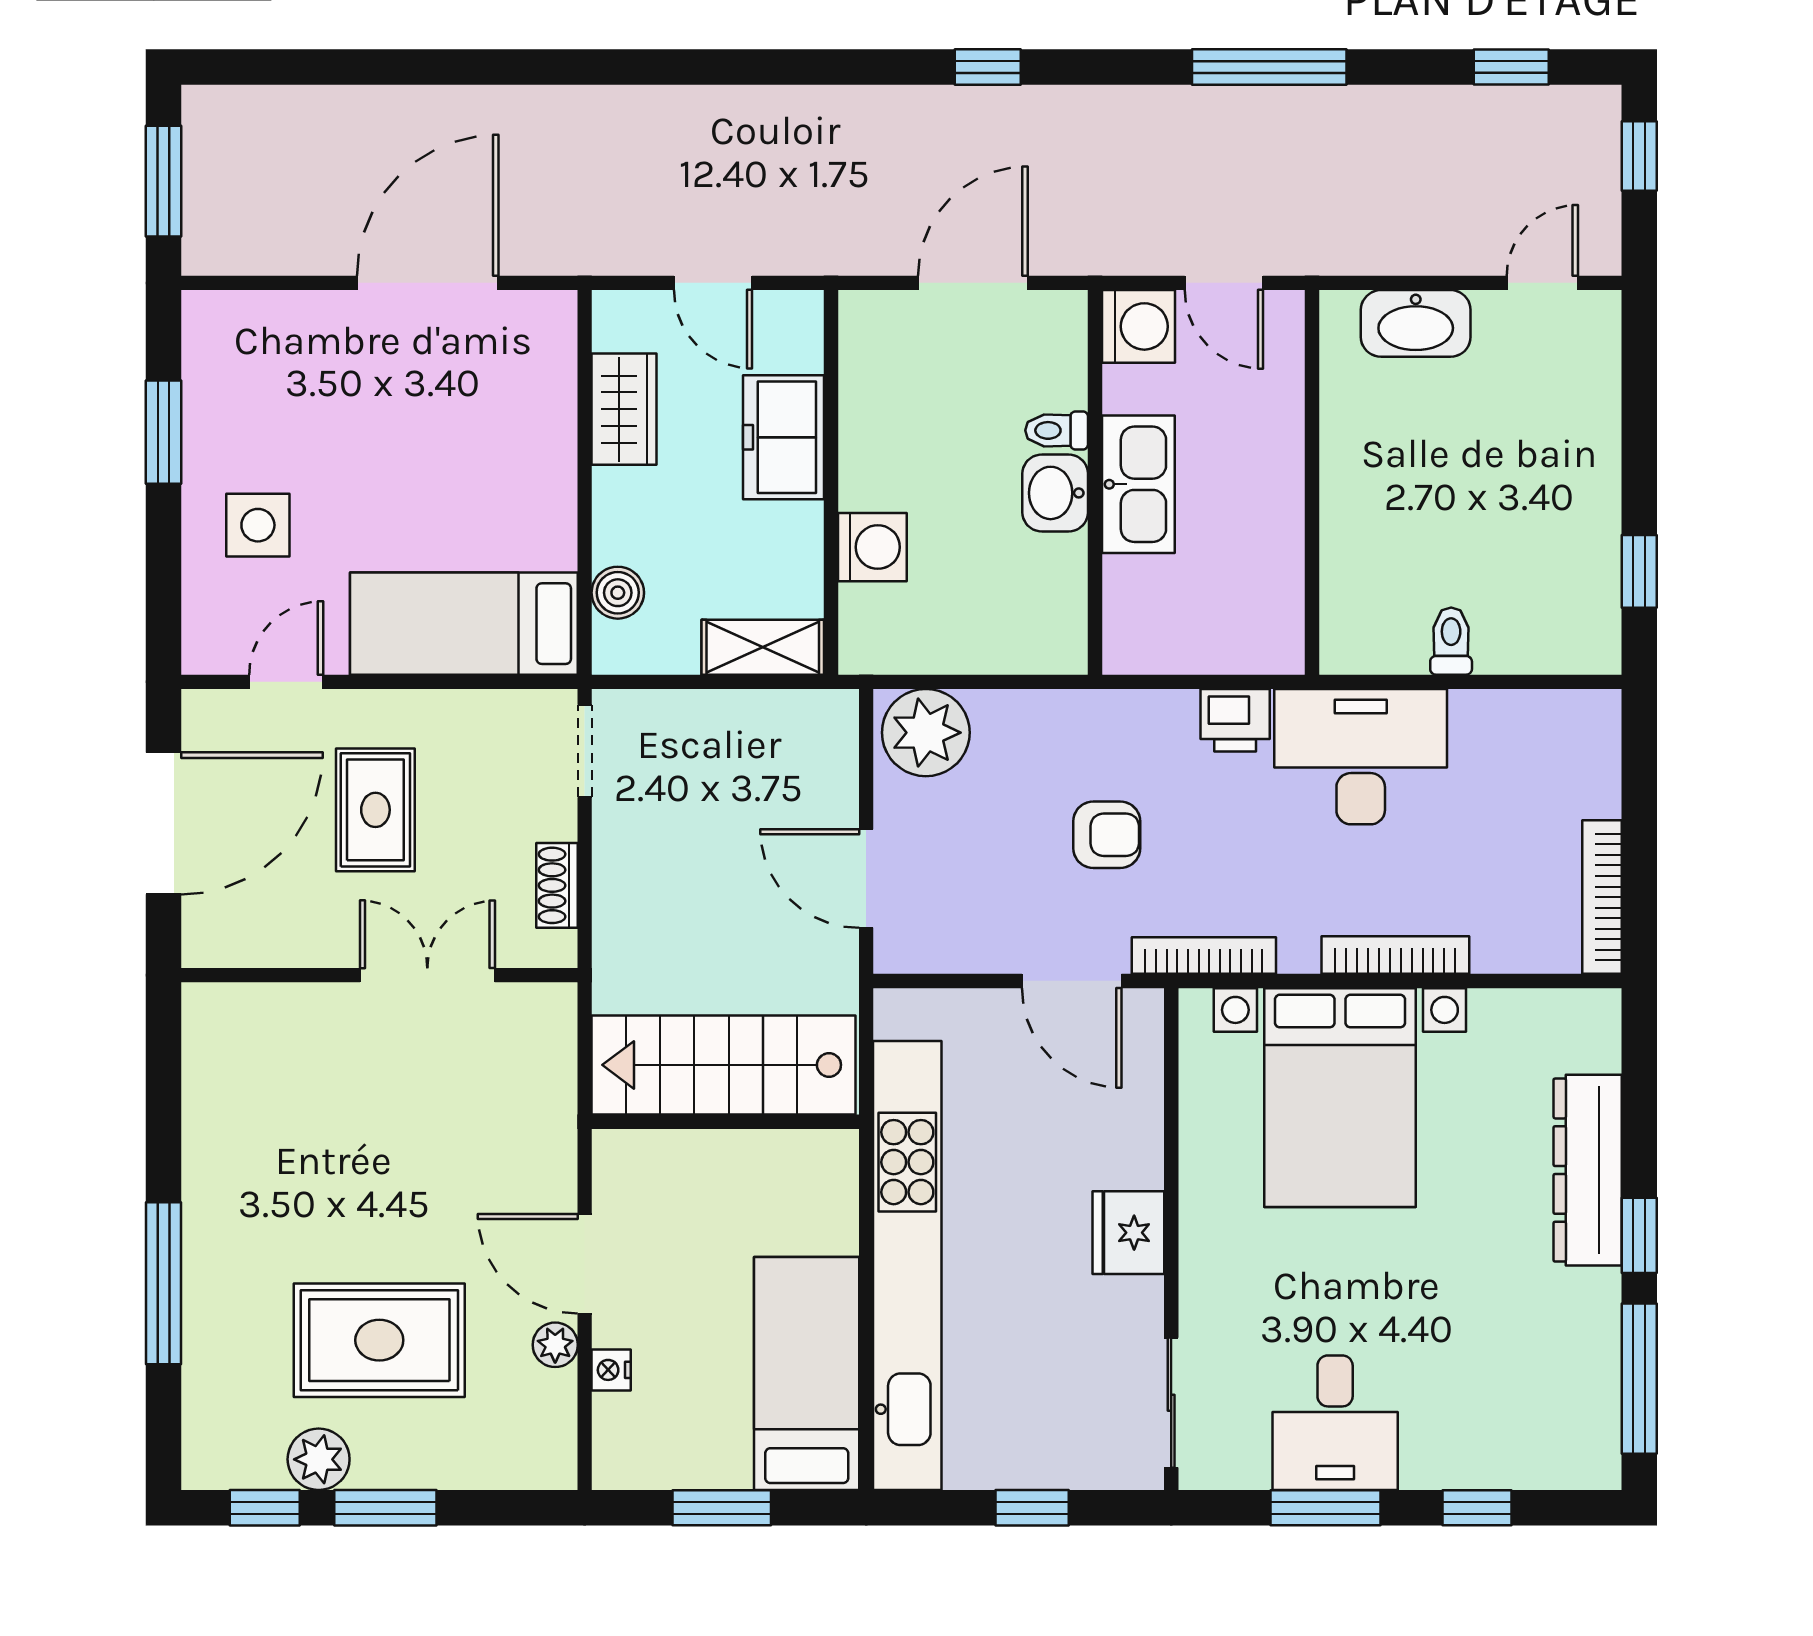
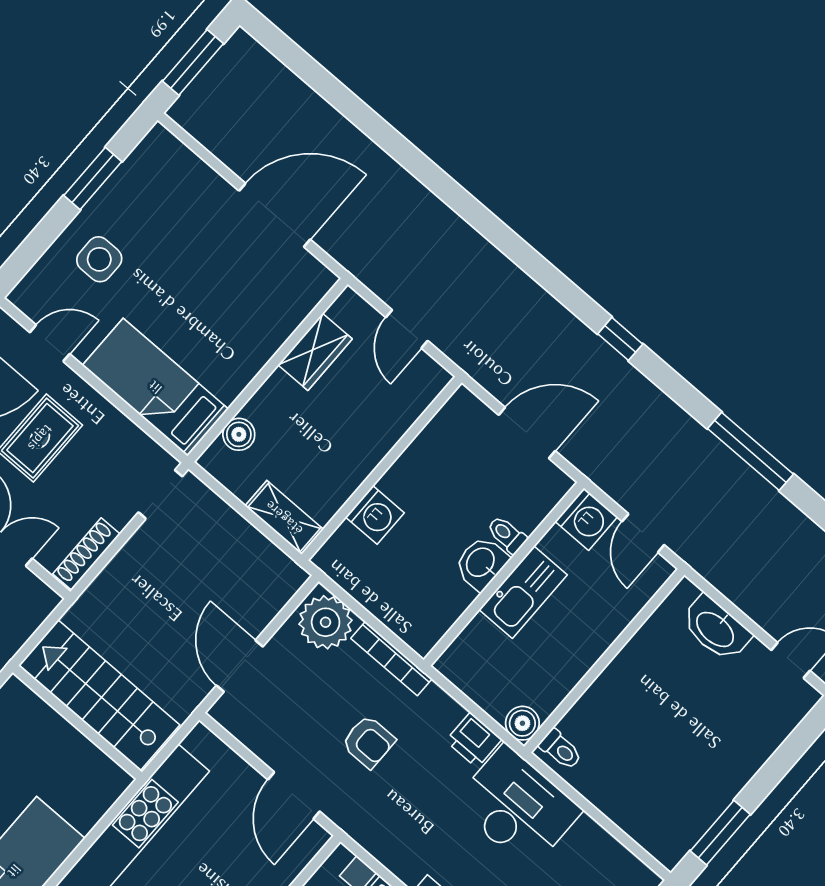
freezer: (784, 437) -> (378, 429), removed
window: (1639, 571) -> (720, 833), width x1.50
toilet: (1451, 641) -> (561, 749), moved, turned 90
boiler: (1277, 647) -> (522, 723), added
shoe rack: (557, 885) -> (86, 554), width x1.43
bookcase: (1204, 956) -> (391, 659), moved, turned 180

